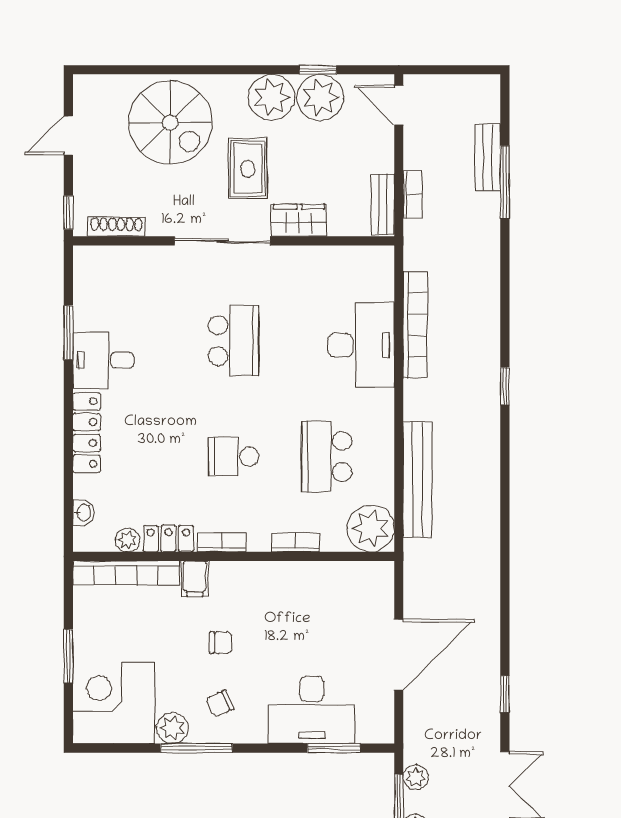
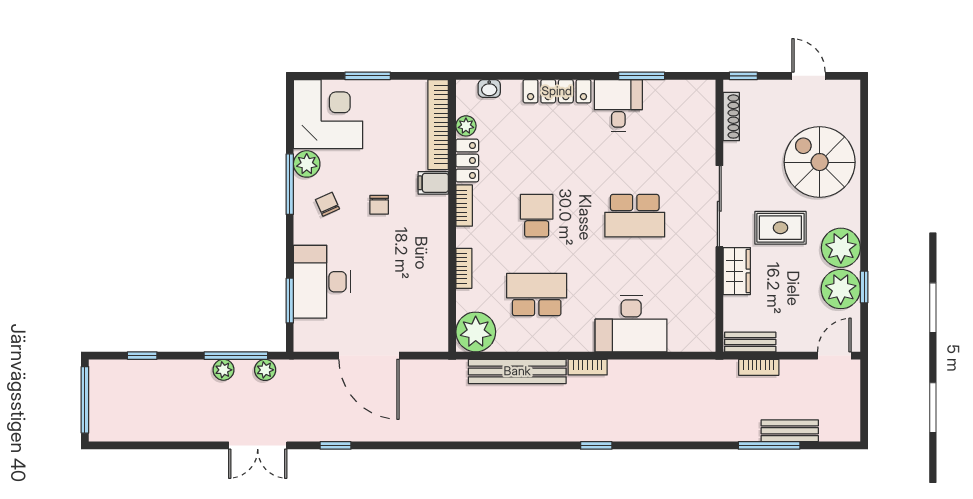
spiral stairs: (170, 122) -> (820, 162), turned 90
bookcase: (415, 325) -> (588, 367), moved, width x0.43, depth x0.76

